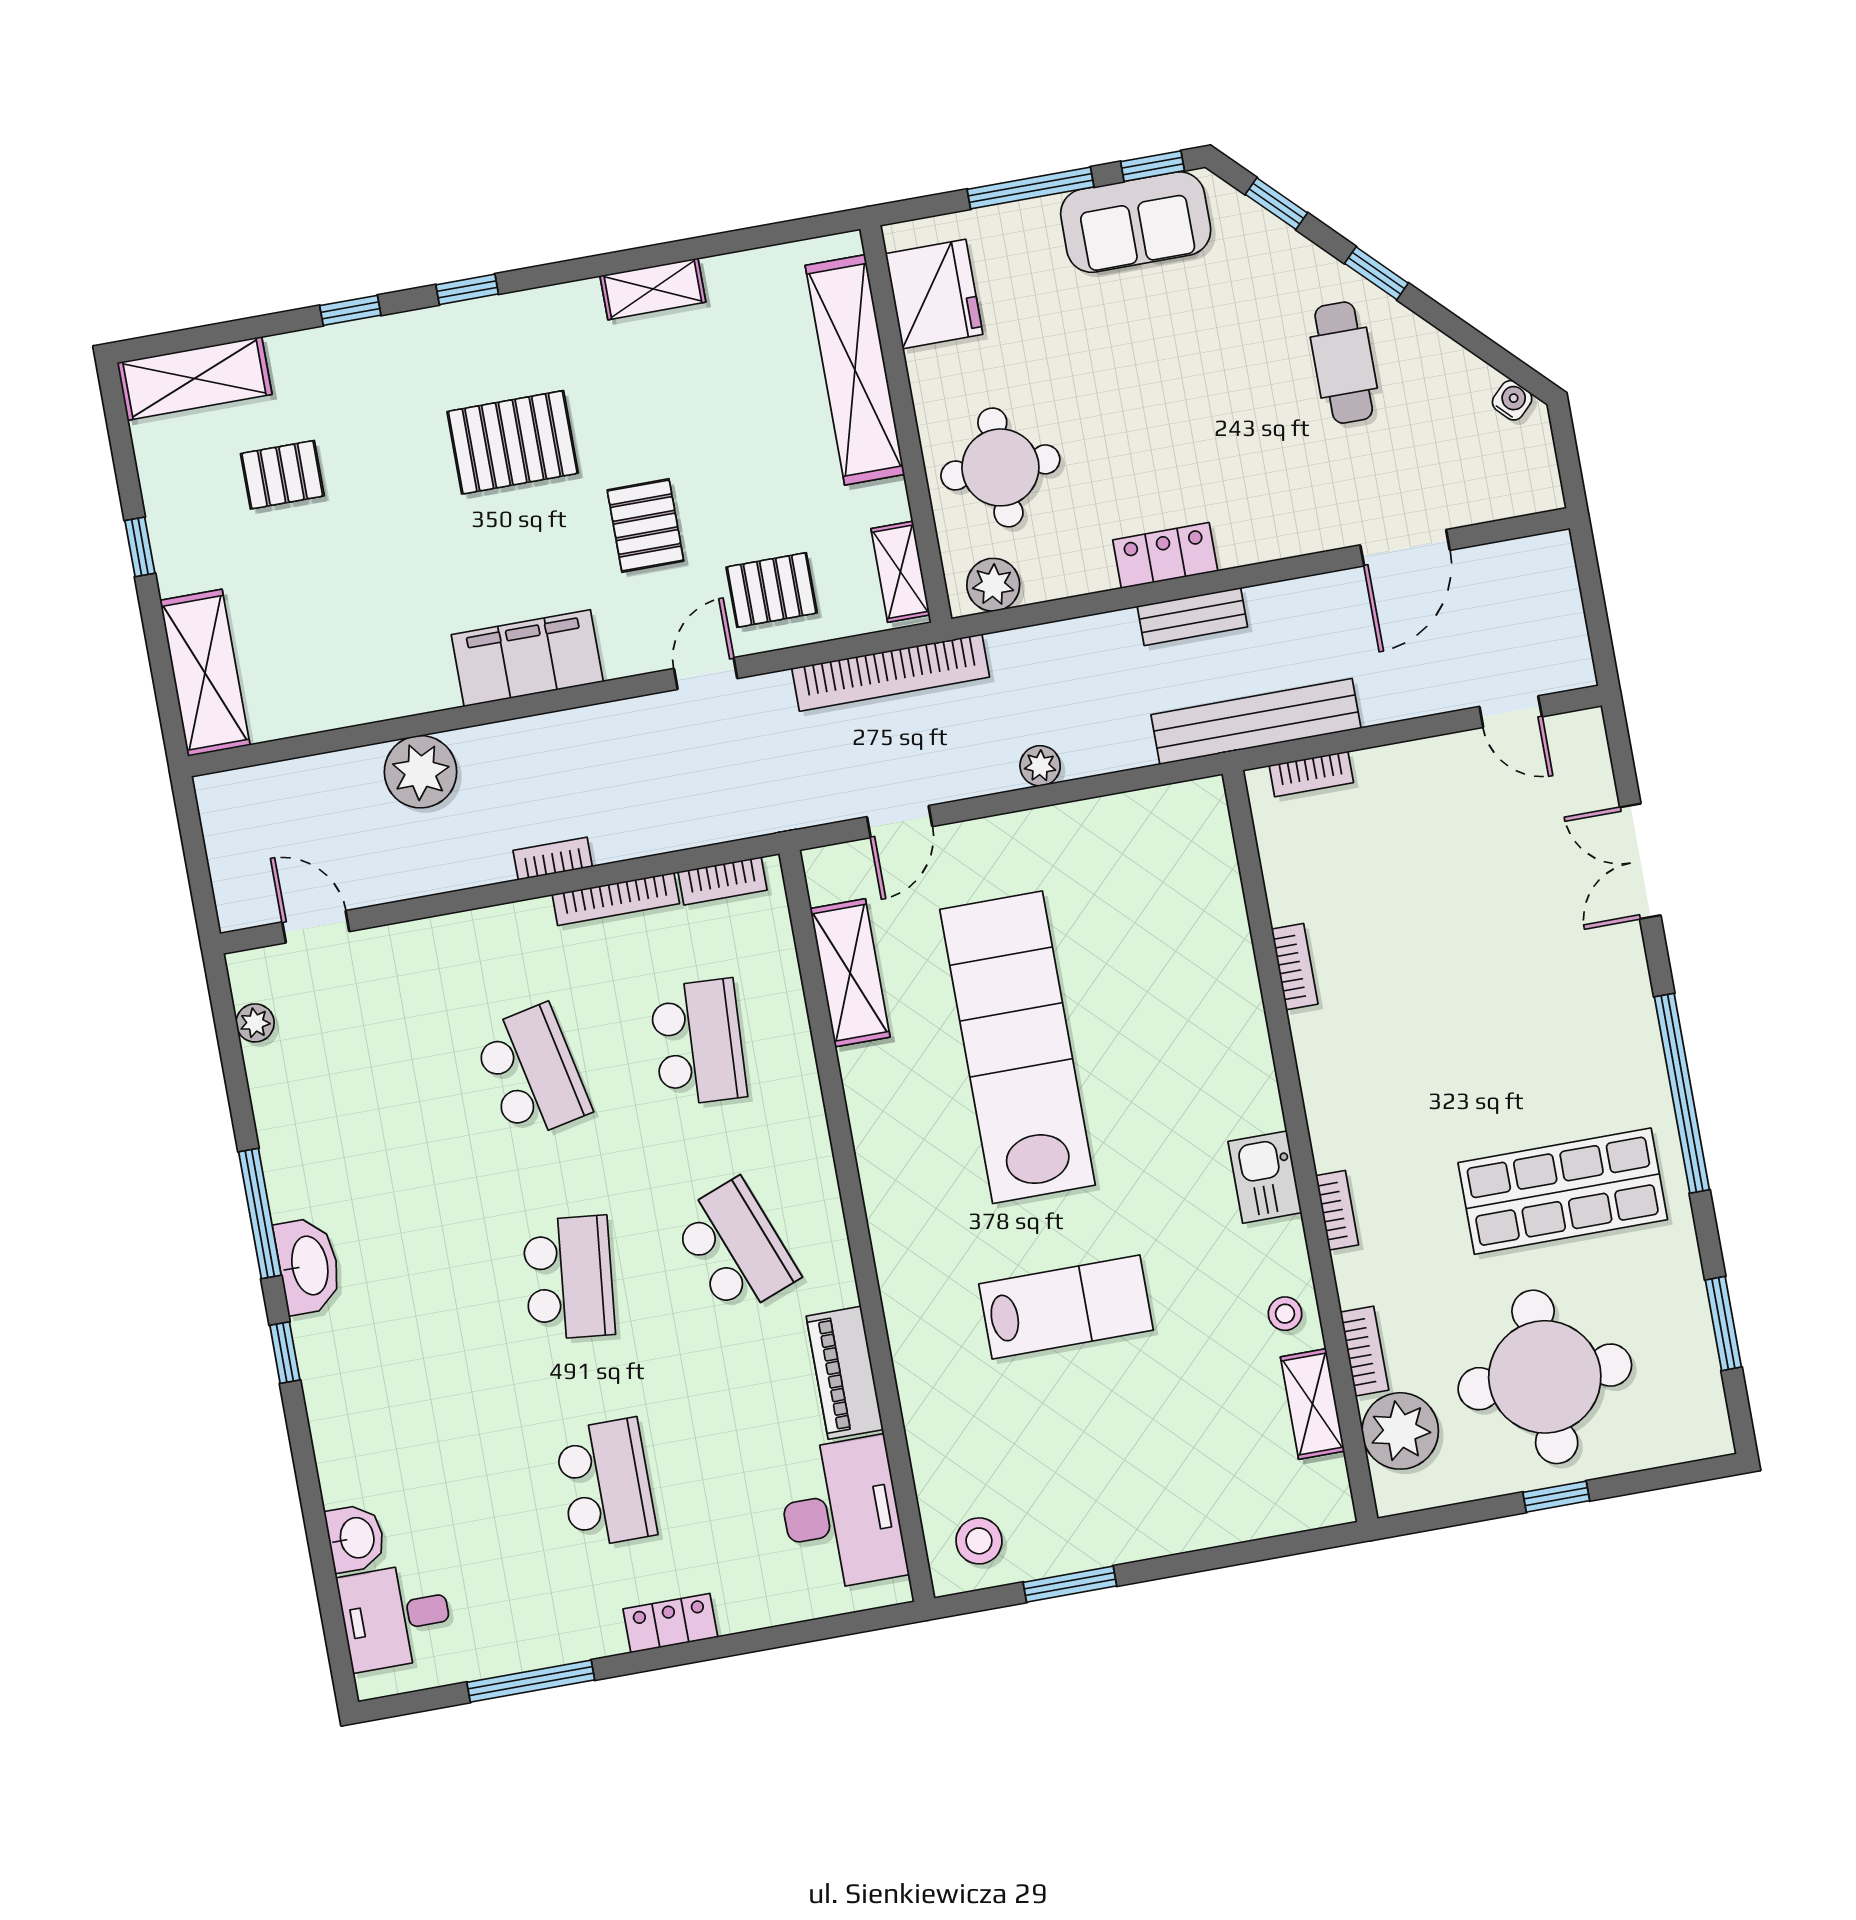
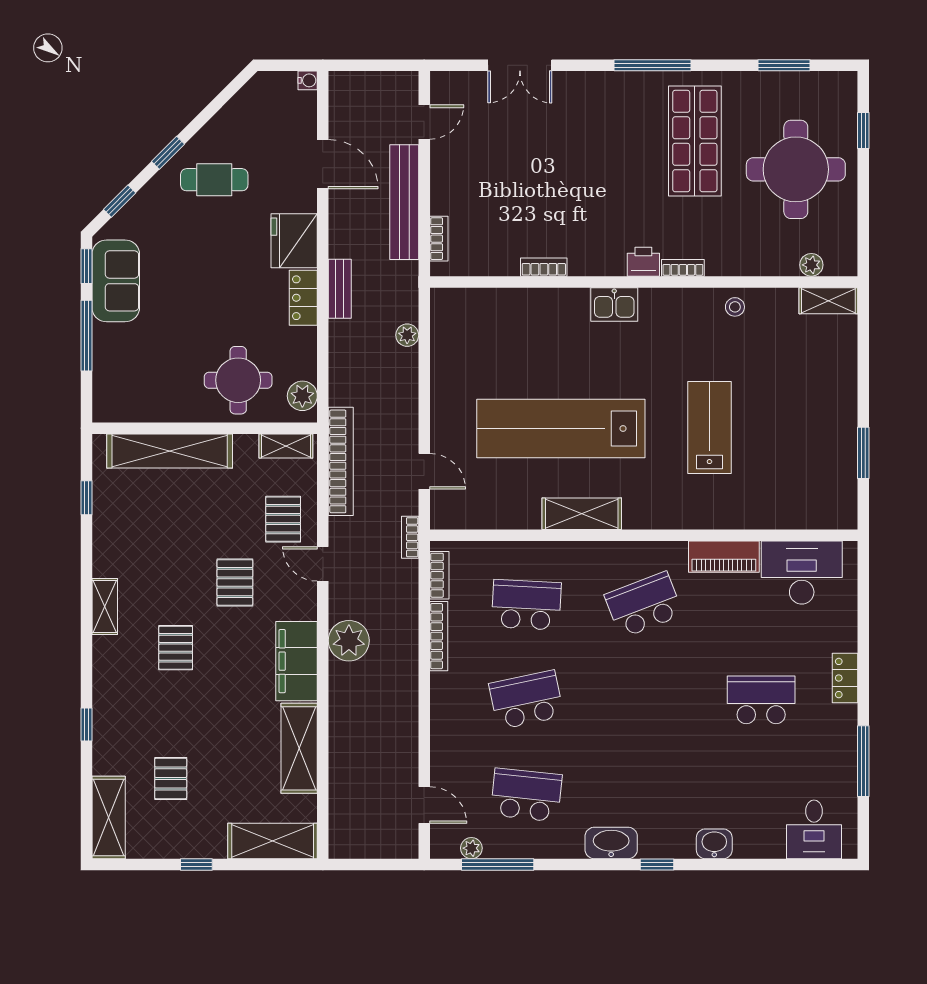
window: (467, 289) -> (86, 498), moved
shelving: (653, 289) -> (105, 607), moved
fridge: (934, 294) -> (294, 241), moved, turned -90
water cooler: (1512, 400) -> (308, 80), moved, turned 135
pallet: (513, 442) -> (176, 648), width x0.67, depth x0.71
pallet: (645, 525) -> (235, 583), turned 90
shelving: (376, 690) -> (299, 748), added
bench: (1256, 721) -> (404, 202), moved
plant: (1040, 766) -> (407, 335), moved
plant: (421, 772) -> (349, 641), moved
bookcase: (553, 859) -> (410, 537), moved
door: (316, 927) -> (424, 805), swing flipped
shelving: (850, 973) -> (582, 514), moved
window: (1682, 1093) -> (652, 65), width x0.68
printer: (1335, 1139) -> (643, 262), added
kitchen sink: (1265, 1177) -> (614, 305), moved
window: (260, 1213) -> (498, 865), moved
school desk: (569, 1278) -> (526, 795), moved
bookcase: (1364, 1351) -> (764, 267), removed
shelving: (1313, 1404) -> (828, 301), moved
plant: (1400, 1431) -> (811, 265), width x0.53, depth x0.53
window: (1556, 1497) -> (863, 131), moved
washbasin: (356, 1538) -> (714, 844), moved
stool: (979, 1541) -> (830, 499), removed

